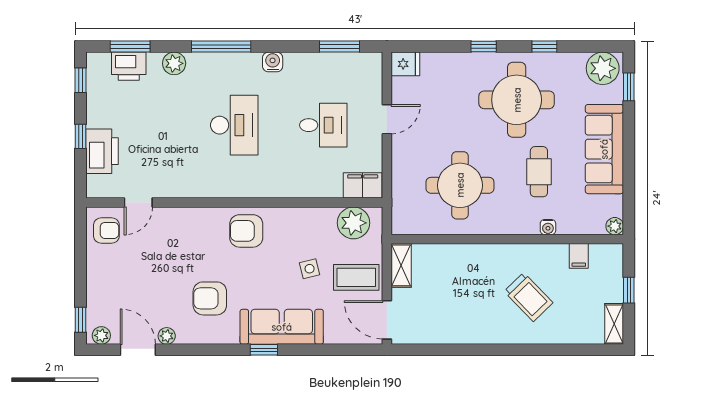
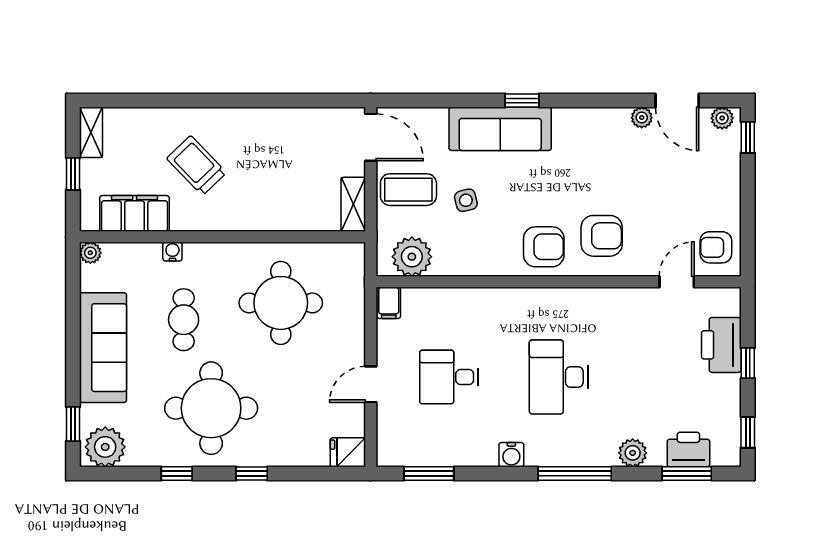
filing cabinet: (363, 185) -> (389, 303), width x0.50
filing cabinet: (579, 256) -> (135, 213), width x3.00, depth x1.17
armchair: (210, 298) -> (602, 236), moved

